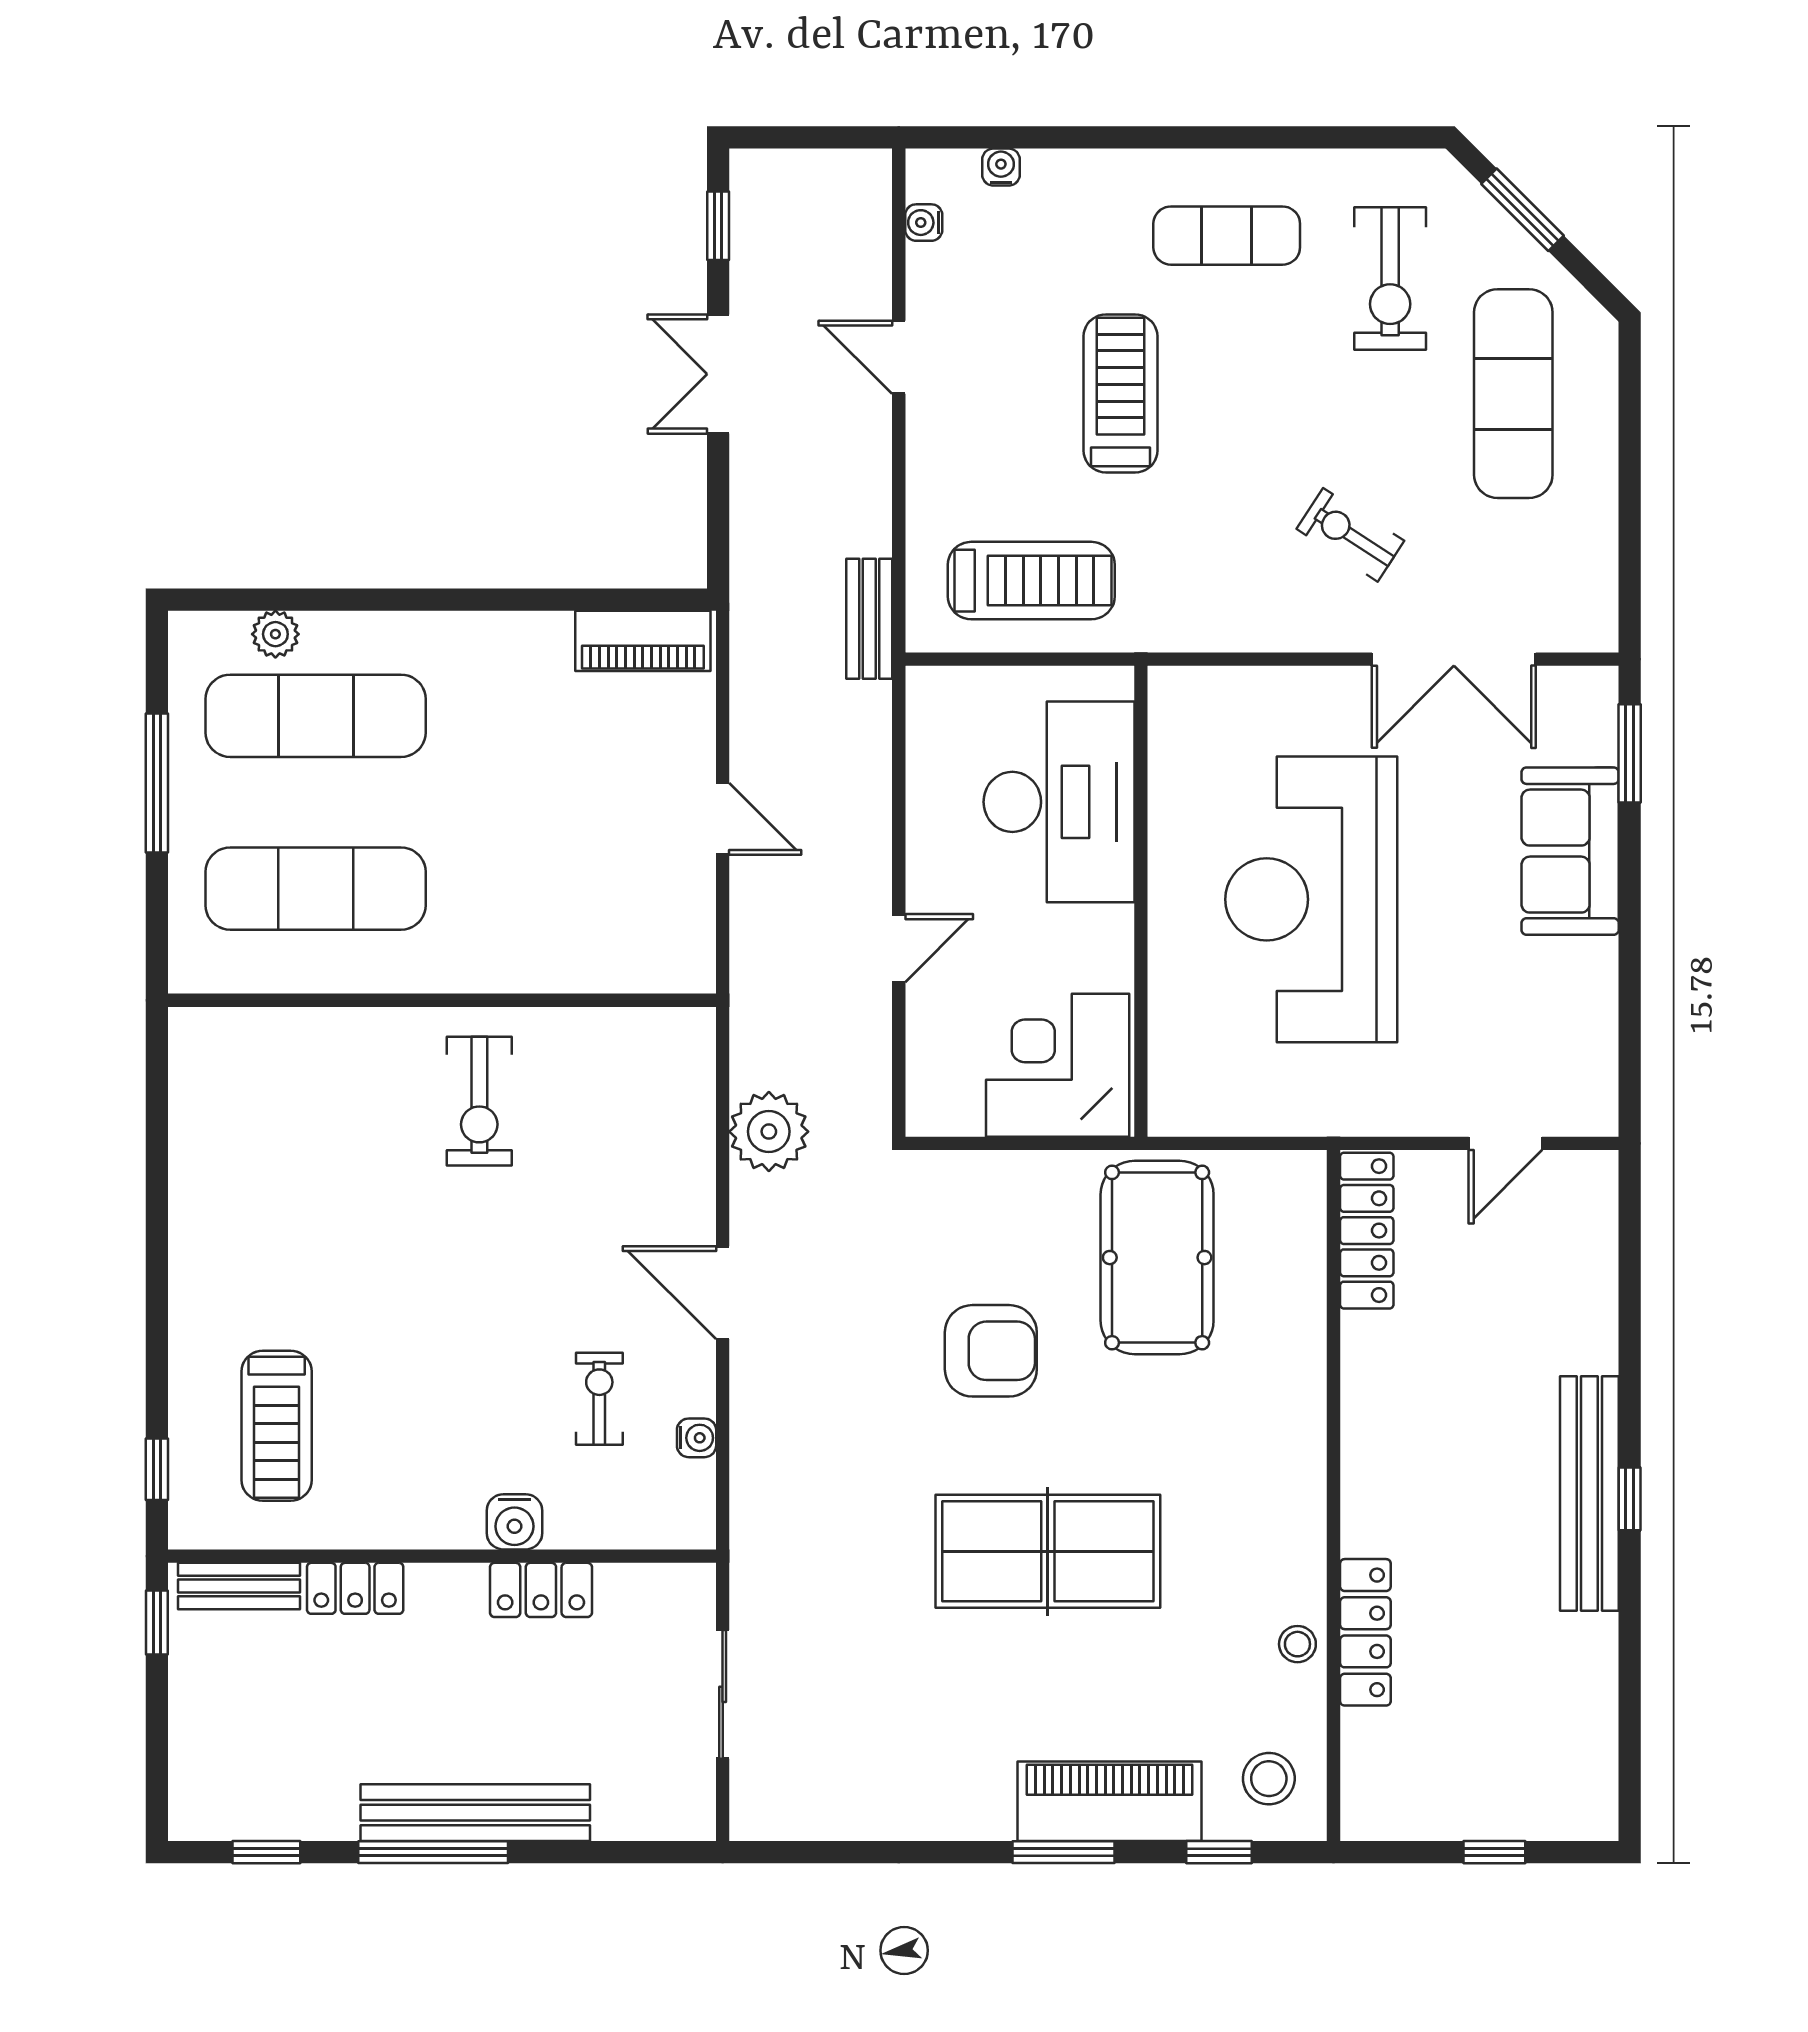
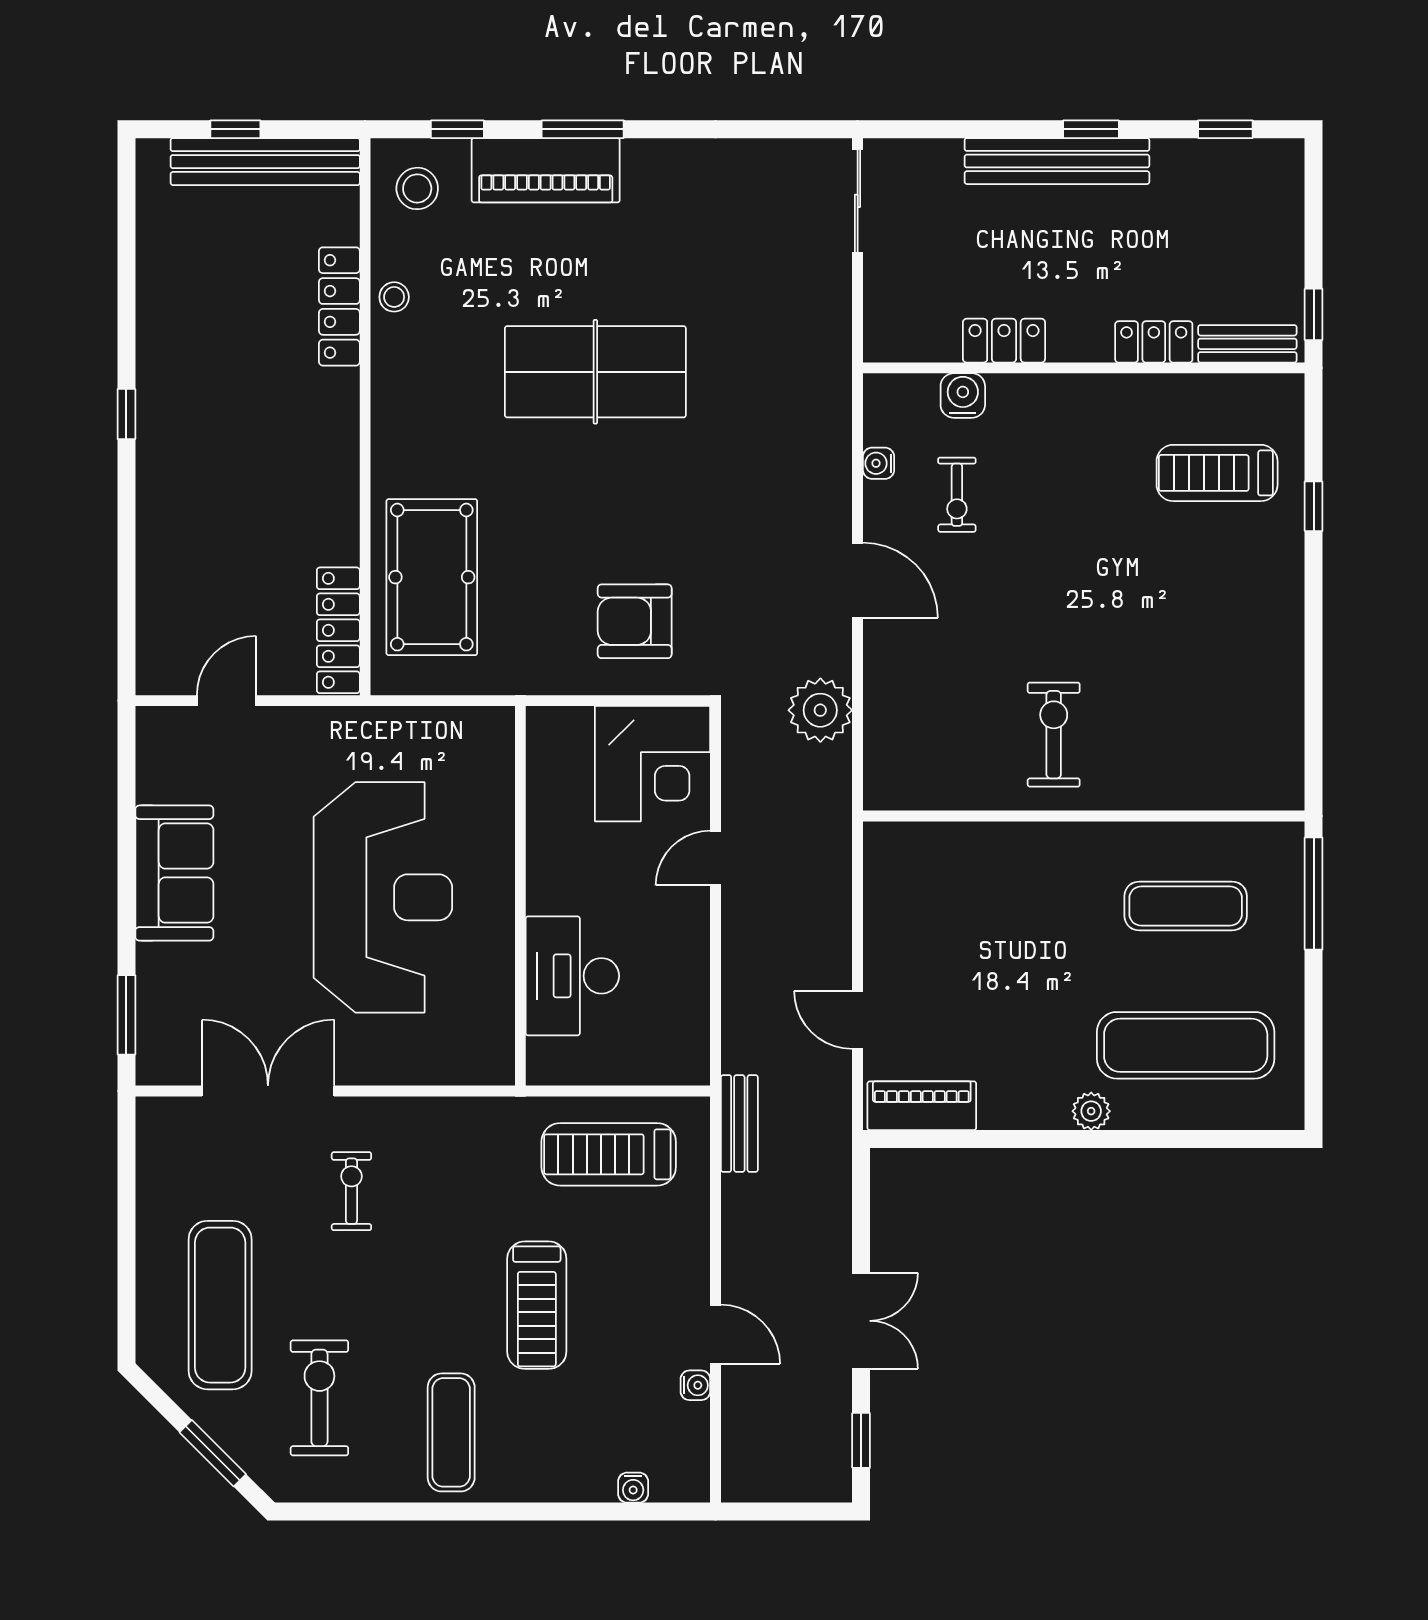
water cooler: (924, 223) -> (695, 1385), moved
exercise mat: (1227, 236) -> (451, 1432), turned 90
exercise bike: (1350, 535) -> (351, 1191), turned -123
plant: (275, 634) -> (1091, 1111), moved
window: (157, 783) -> (1314, 894), moved
desk: (1059, 802) -> (572, 976), width x0.73, depth x0.77
door: (723, 819) -> (858, 1020), moved
sofa: (1570, 851) -> (174, 873), moved
exercise mat: (316, 889) -> (1186, 906), width x0.73, depth x0.69
corner desk: (1058, 1065) -> (653, 764), moved
pool table: (1157, 1258) -> (432, 577), moved
armchair: (991, 1351) -> (635, 621), moved
treadmill: (277, 1426) -> (1217, 473), turned -90
window: (157, 1469) -> (1314, 506), moved
bench: (1589, 1494) -> (265, 162), moved, turned 90
water cooler: (514, 1522) -> (963, 395), moved
sliding door: (723, 1694) -> (858, 201), moved
window: (433, 1852) -> (1091, 129), width x0.46

